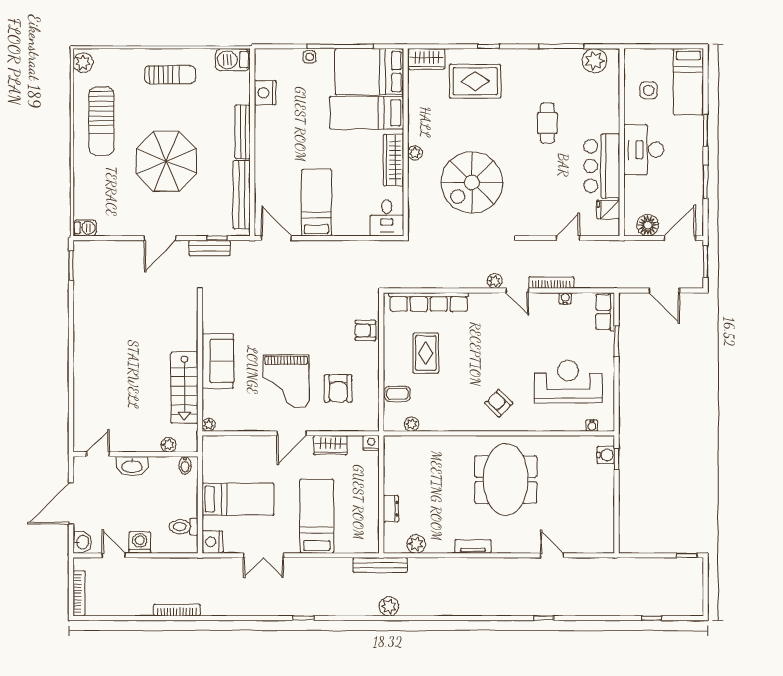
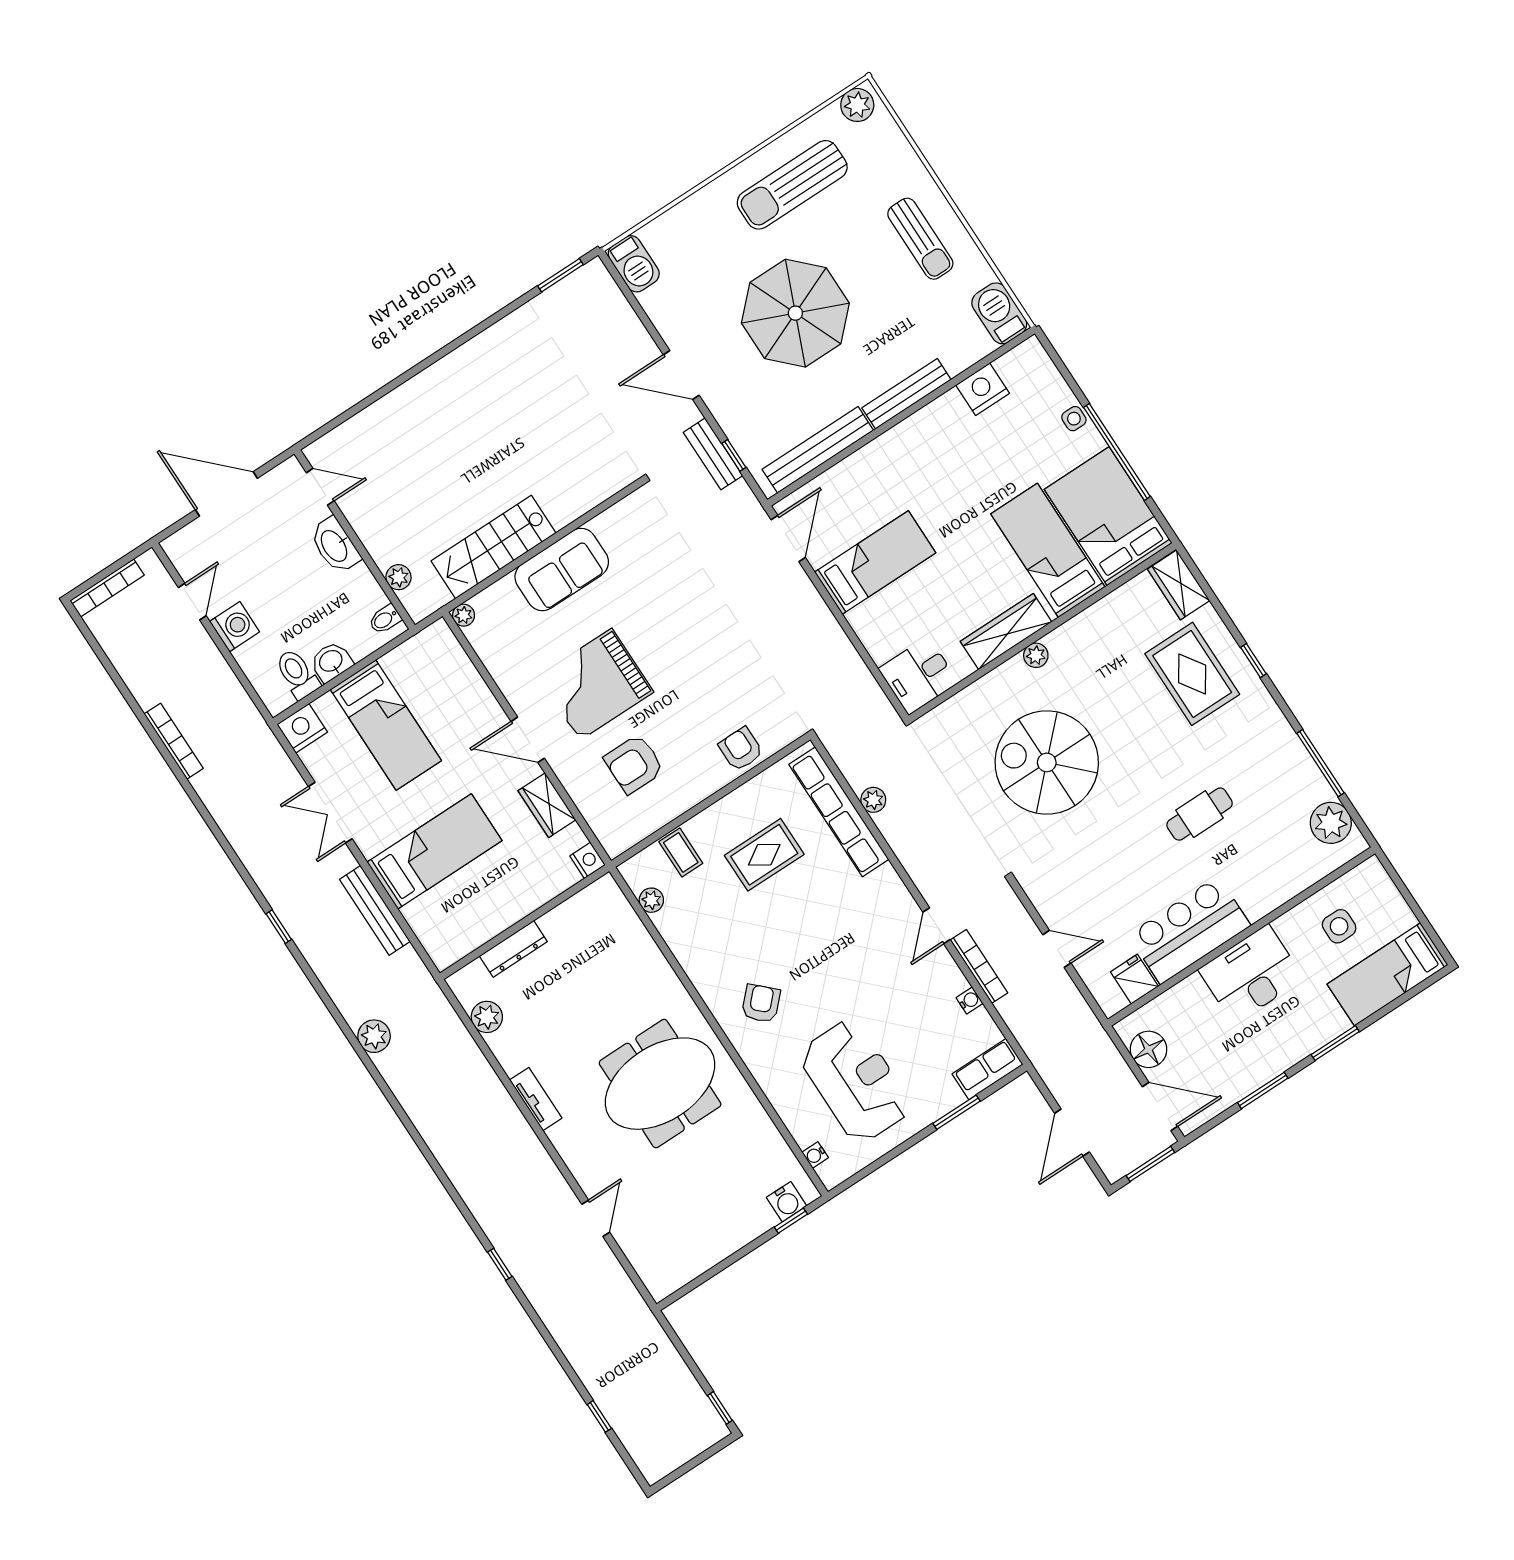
barbecue: (85, 228) -> (634, 264), width x1.38, depth x1.27
plant: (495, 281) -> (873, 800), moved
dresser: (391, 509) -> (513, 949), width x1.44
washbasin: (82, 542) -> (331, 662), moved, turned 180
bench: (380, 565) -> (375, 910), moved

